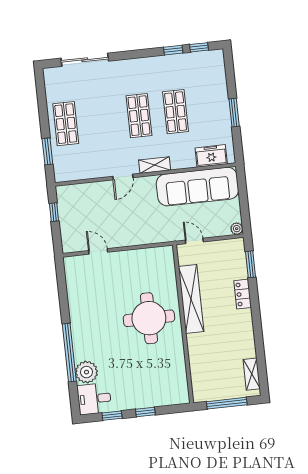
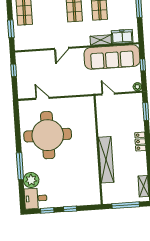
shelving: (155, 165) -> (101, 40), moved
window: (243, 196) -> (143, 65), added
locker: (243, 294) -> (140, 142), moved
shelving: (191, 299) -> (106, 160), moved
round table: (149, 318) -> (48, 135), moved, width x1.36, depth x1.36
window: (69, 352) -> (20, 166), width x0.68

